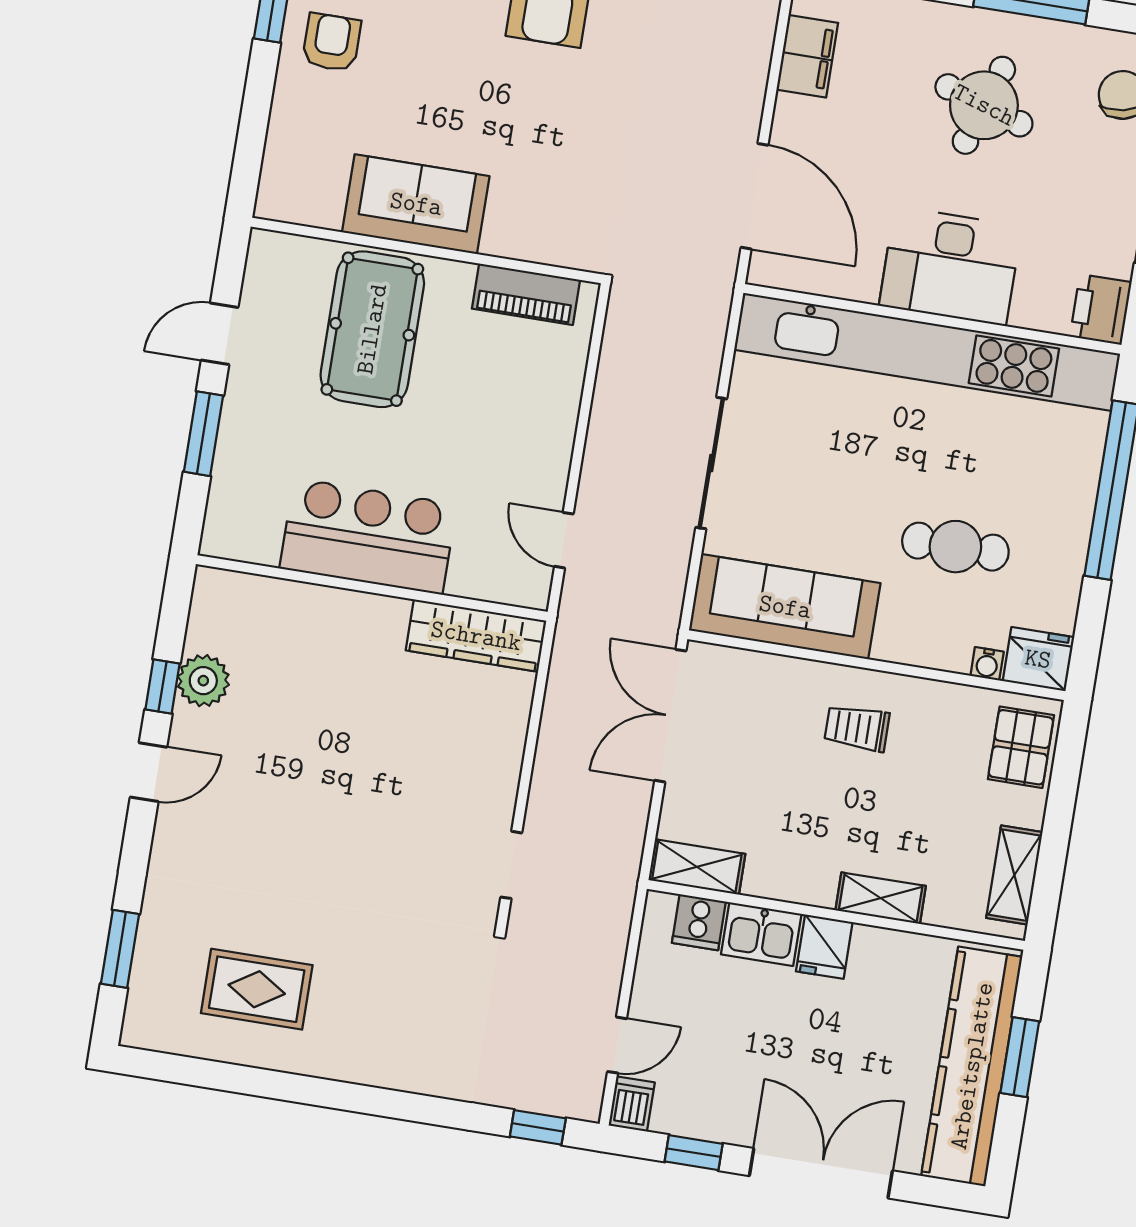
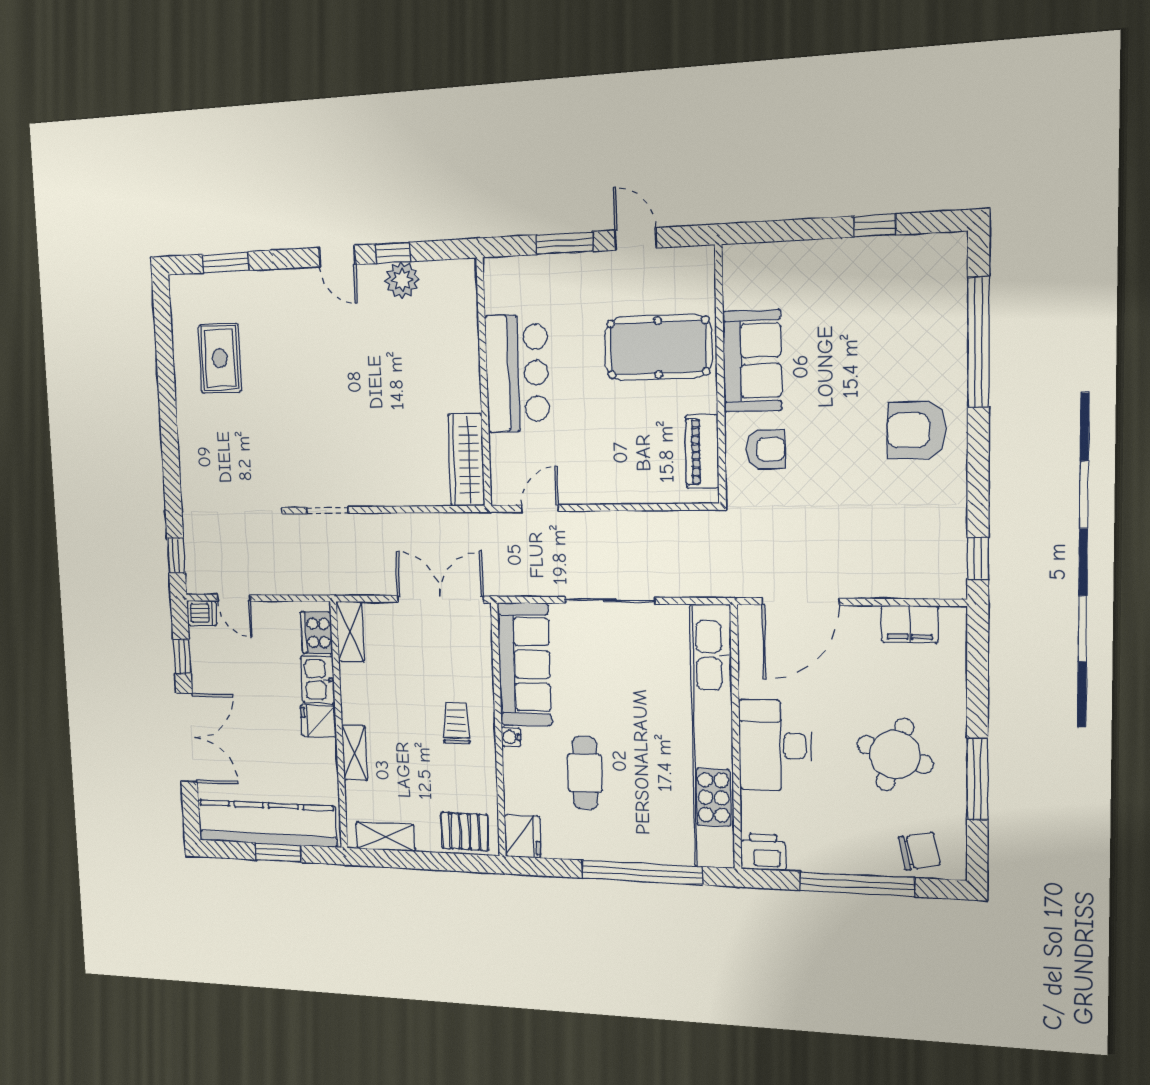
armchair: (332, 42) -> (765, 449), moved
water cooler: (987, 664) -> (511, 737), moved
cooker: (699, 922) -> (317, 633), width x1.36

